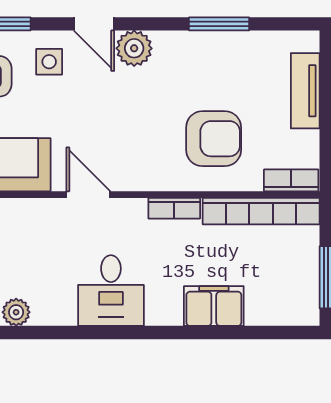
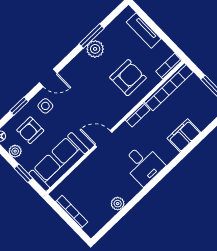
plant: (134, 48) -> (95, 49), moved

